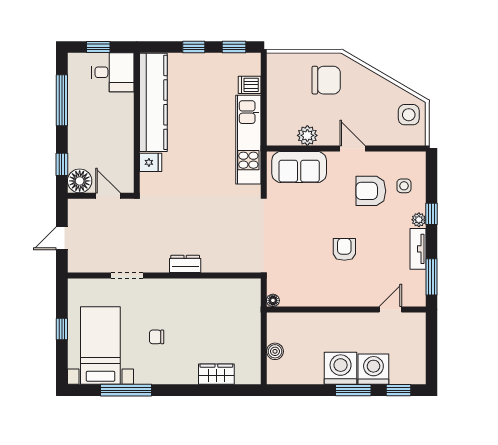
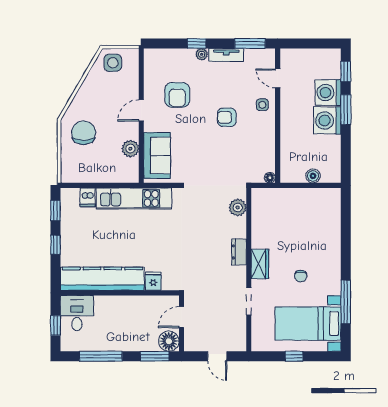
window: (62, 164) -> (155, 356), width x1.50
side table: (404, 186) -> (262, 105), moved
plant: (238, 262) -> (238, 208), added
wardrobe: (216, 374) -> (260, 264), moved, turned 180

